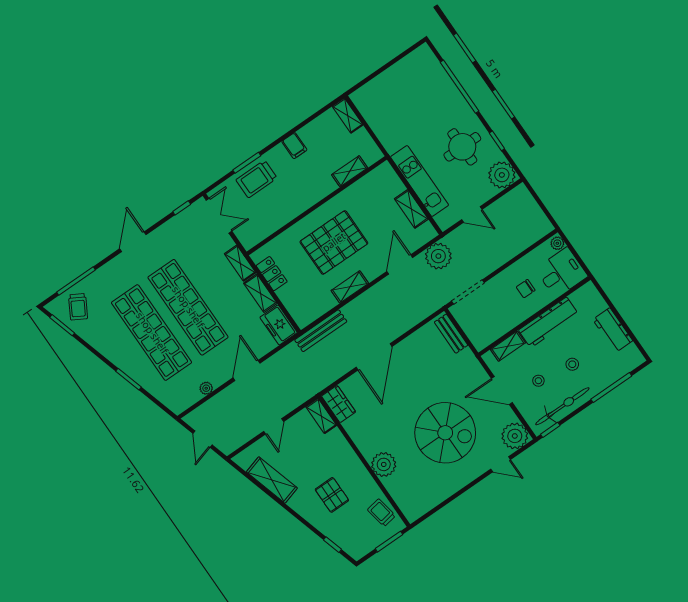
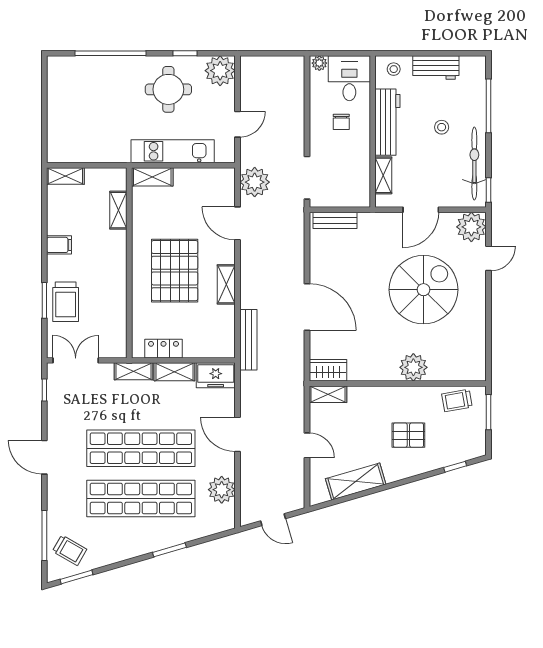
shelving: (411, 209) -> (152, 177), moved
stool: (538, 381) -> (394, 69), moved
plant: (206, 388) -> (222, 490), width x1.88, depth x1.88

